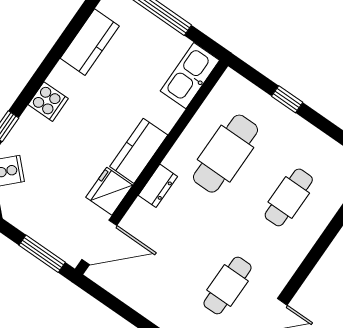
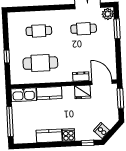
kitchen counter: (90, 42) -> (49, 136), moved
kitchen counter: (139, 151) -> (49, 93), moved
dresser: (158, 186) -> (81, 77), moved

